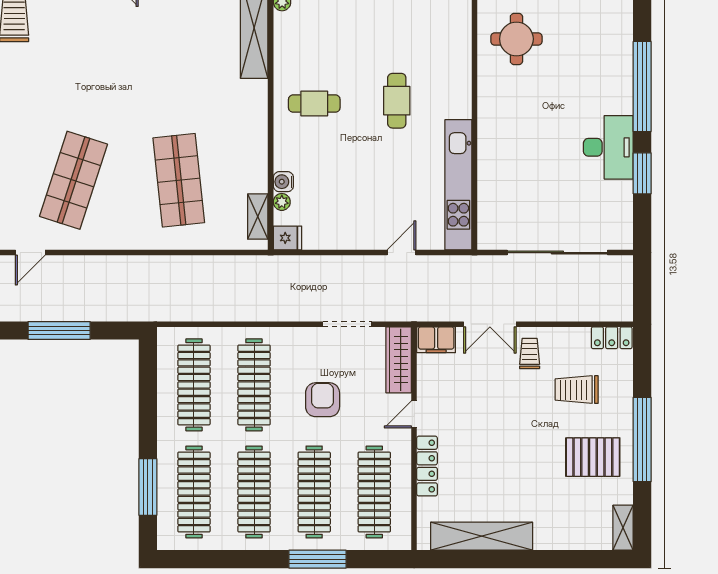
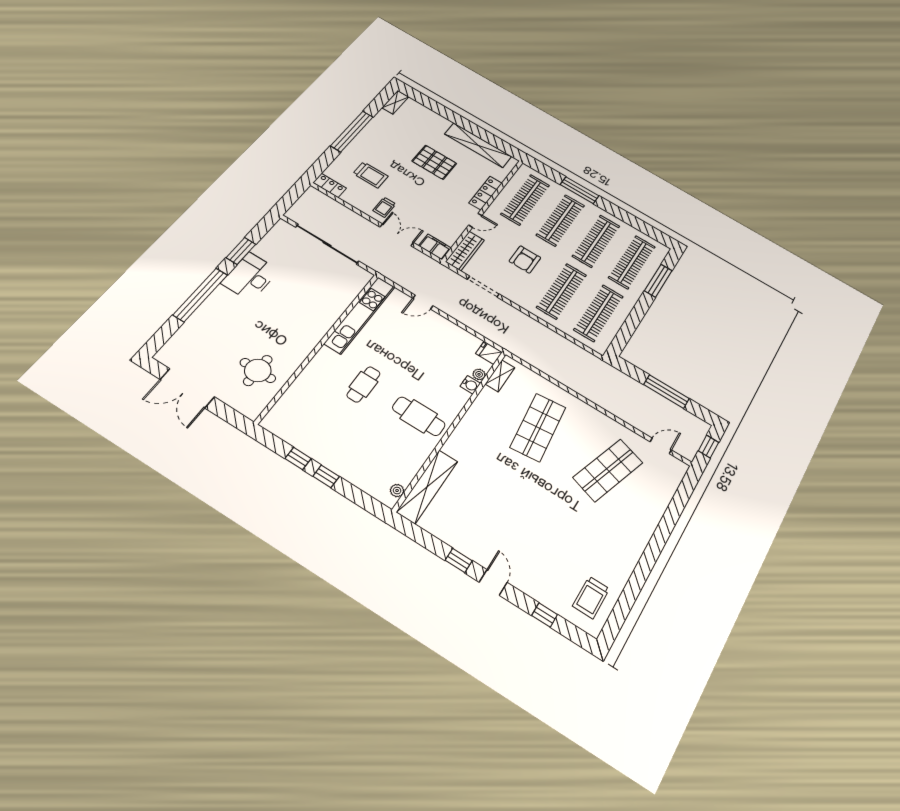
cafe table: (314, 104) -> (419, 416), width x1.37, depth x1.35
pallet: (593, 457) -> (434, 162), moved

